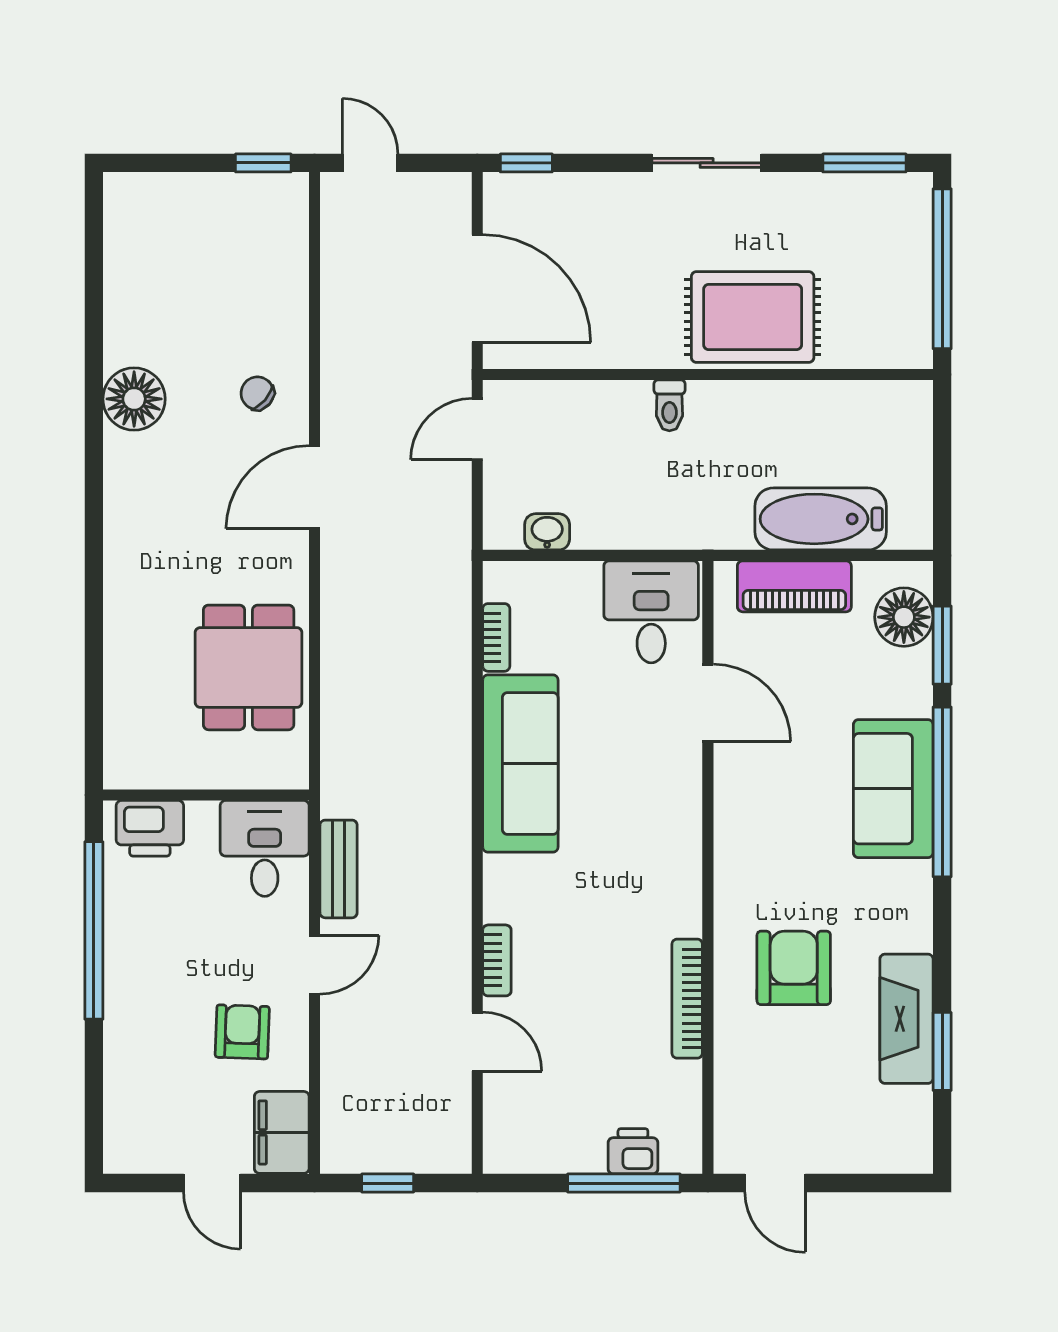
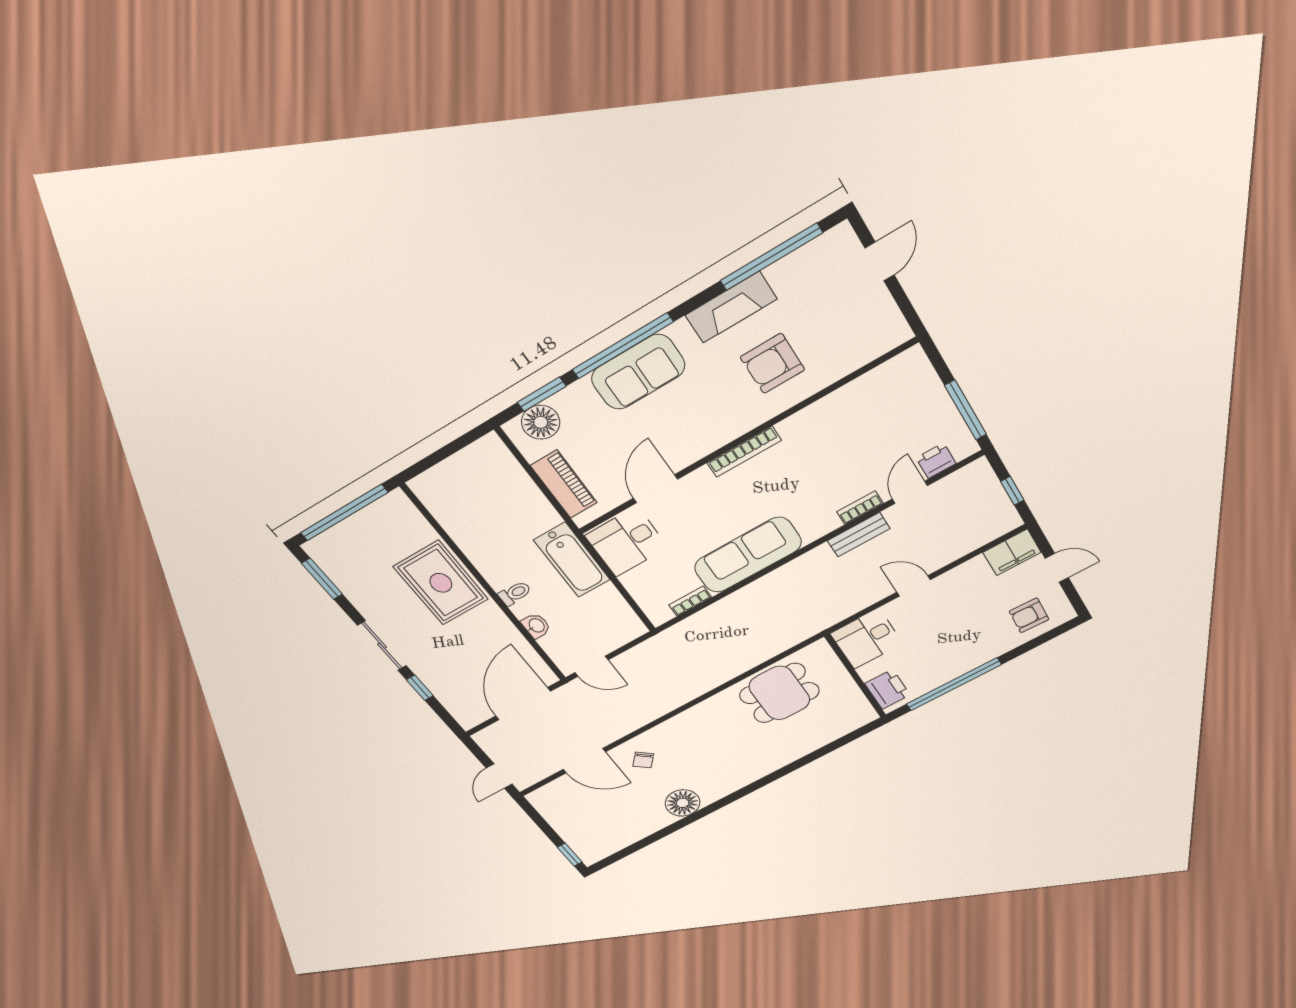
window: (263, 163) -> (570, 855), moved
window: (526, 163) -> (420, 688), moved
door: (315, 487) -> (584, 761), moved
bathtub: (821, 519) -> (572, 560), moved
washbasin: (547, 532) -> (536, 626), moved, turned 180
bench: (339, 869) -> (859, 535), moved
bookcase: (687, 999) -> (744, 452), moved
fireplace: (906, 1019) -> (731, 307), moved
armchair: (242, 1032) -> (1029, 615), moved
window: (942, 1051) -> (771, 257), width x2.11
printer: (633, 1151) -> (936, 461), moved, turned 90
door: (212, 1183) -> (1057, 568), hinge flipped
window: (624, 1183) -> (966, 410), moved
door: (775, 1183) -> (880, 261), moved

